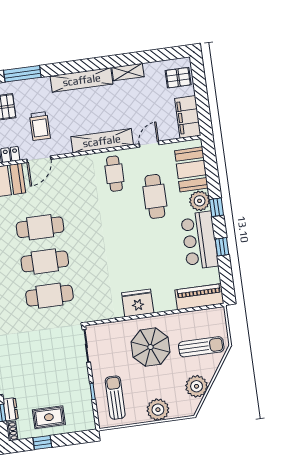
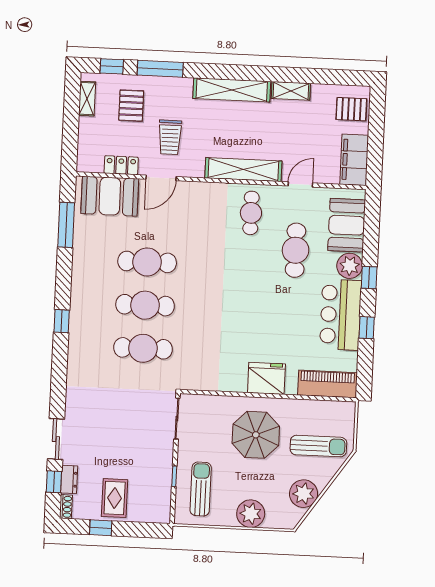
fridge: (138, 303) -> (266, 378), moved
rug: (49, 417) -> (115, 498), turned 90

